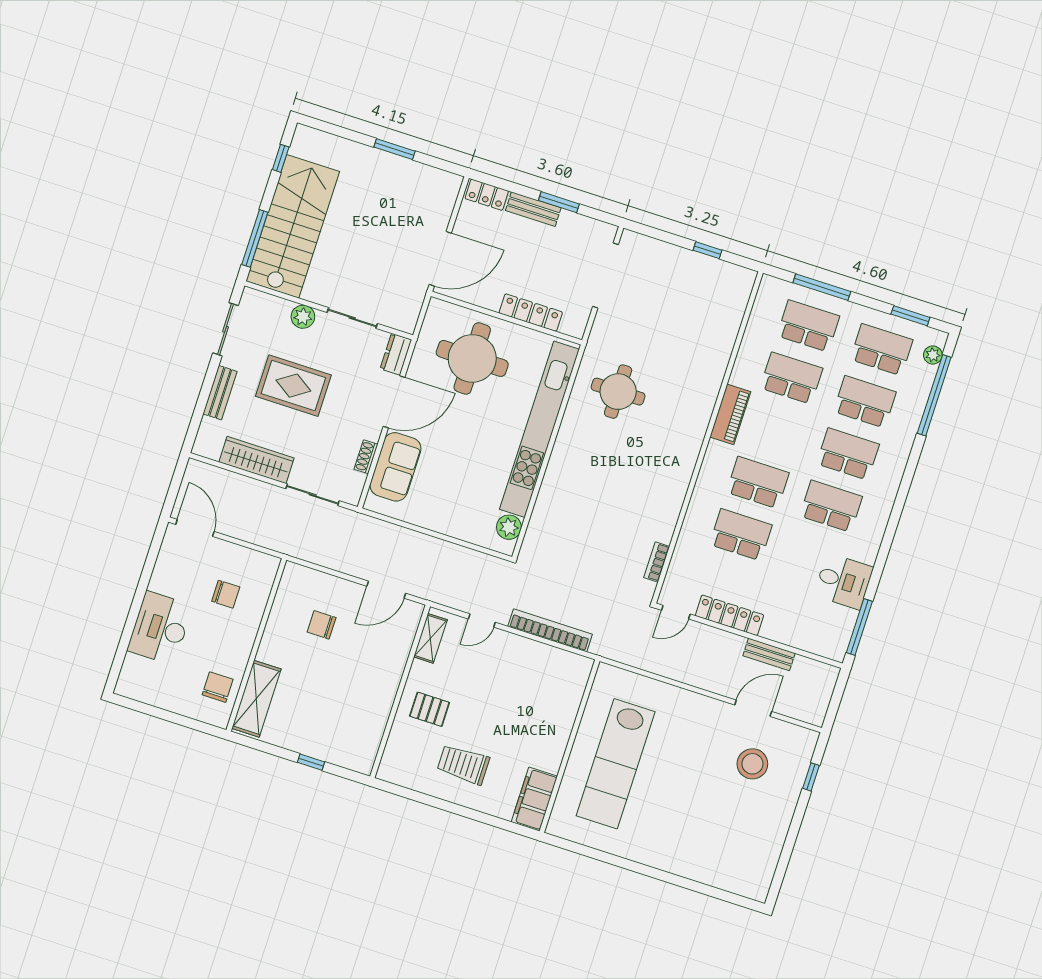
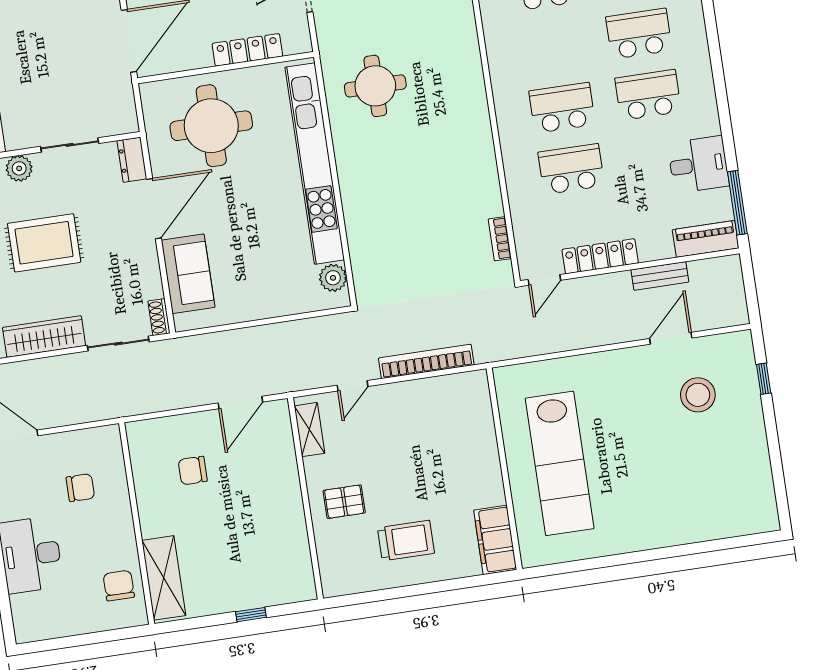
piano: (730, 414) -> (706, 239), moved, turned -90
shoe rack: (366, 457) -> (159, 317), moved
trolley: (463, 764) -> (406, 541), turned 180

